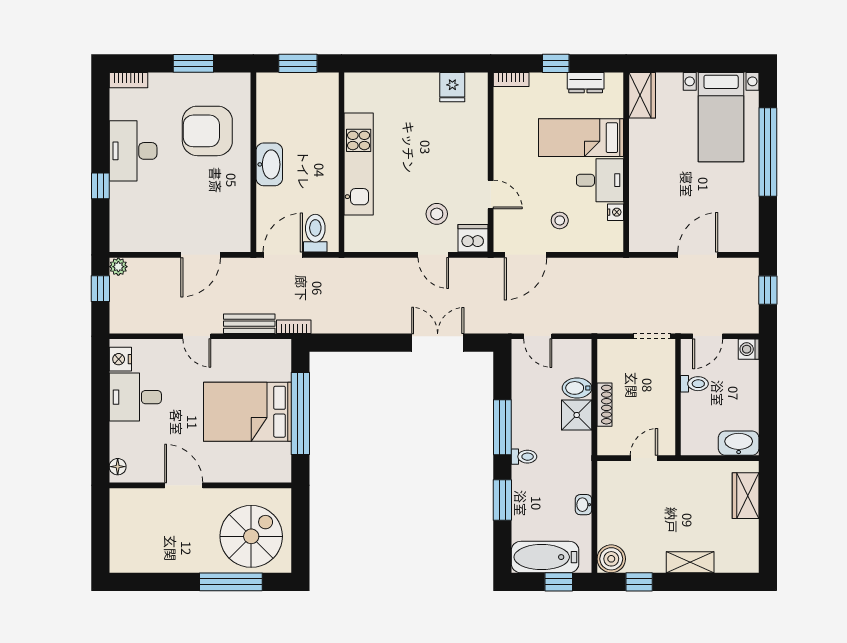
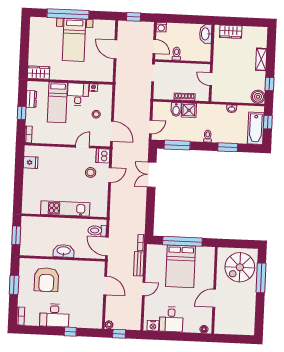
bed with nightstands: (721, 117) -> (74, 40), moved, turned 90
window: (502, 427) -> (177, 145), moved
spiral stairs: (251, 536) -> (240, 267), turned -90

